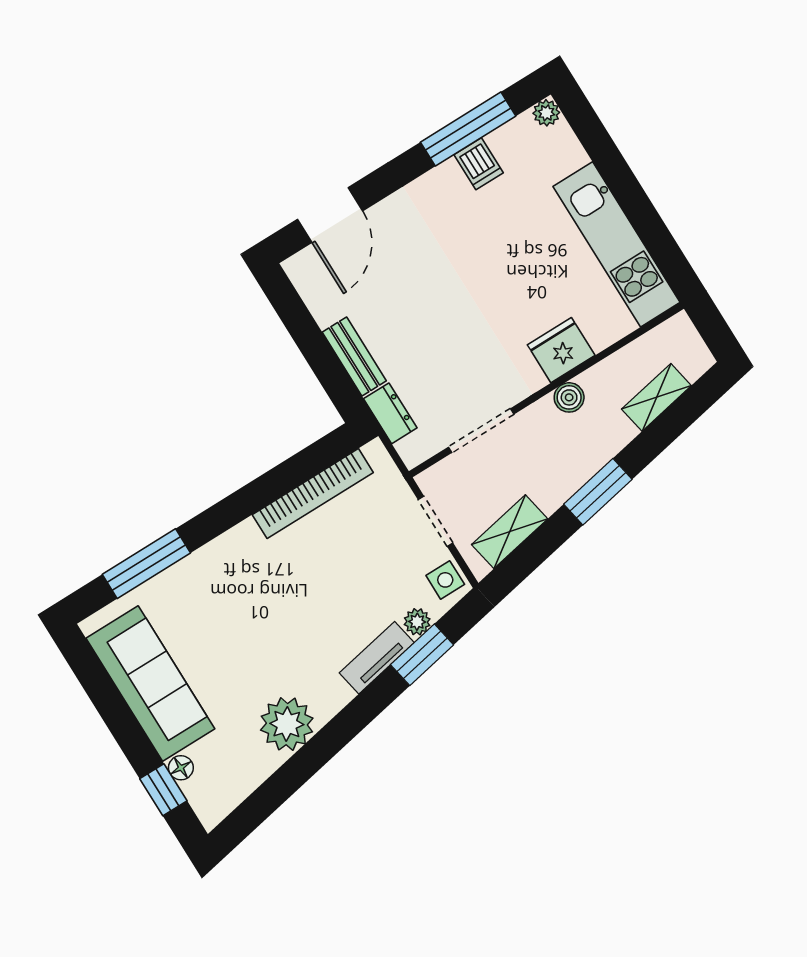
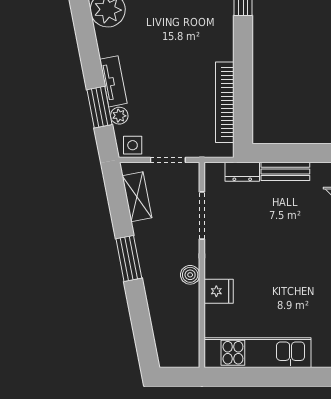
fridge: (561, 350) -> (219, 291), width x0.72
shelving: (656, 397) -> (160, 323), removed

